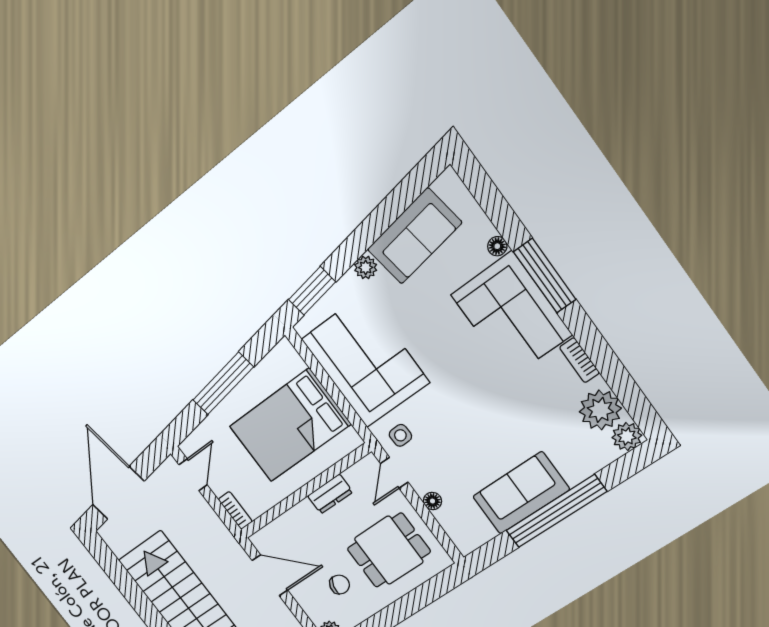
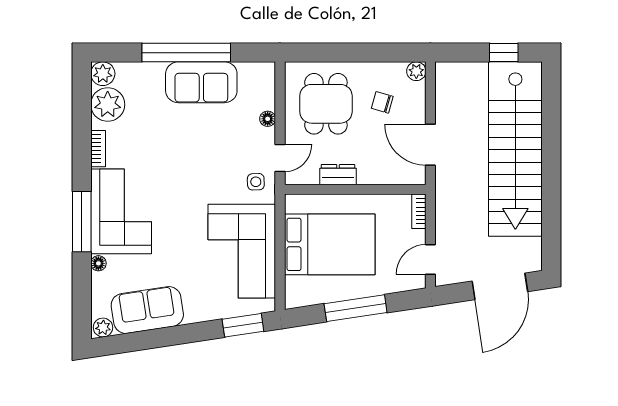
plant: (366, 268) -> (103, 328), moved
dining table: (389, 550) -> (326, 104), turned 90

